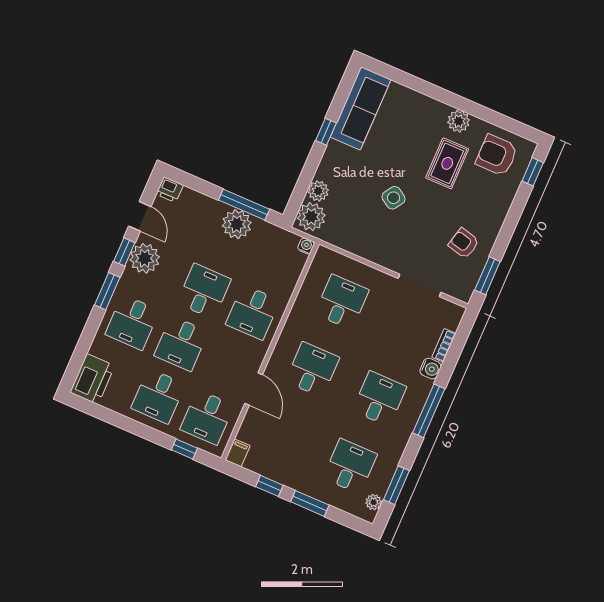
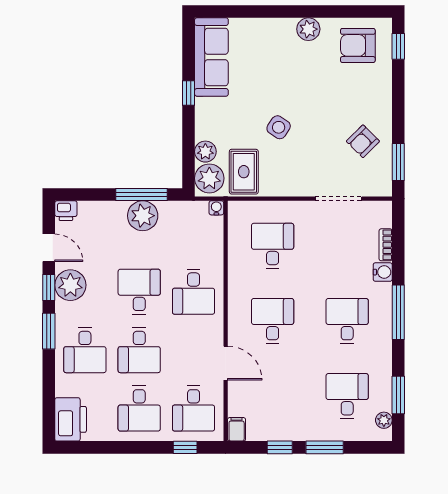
rug: (447, 163) -> (244, 172), moved
armchair: (464, 243) -> (363, 141), turned -59

